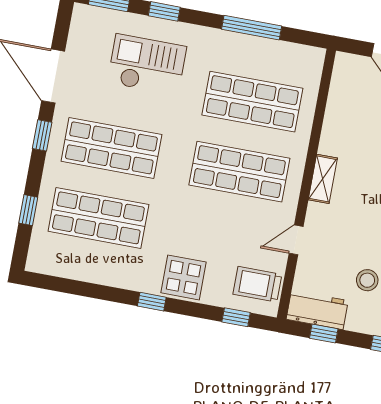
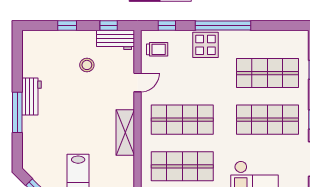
shelving: (323, 179) -> (125, 133), width x1.50, depth x1.33
trolley: (257, 284) -> (157, 49), width x0.73, depth x0.72
window: (152, 302) -> (223, 25), width x3.17

